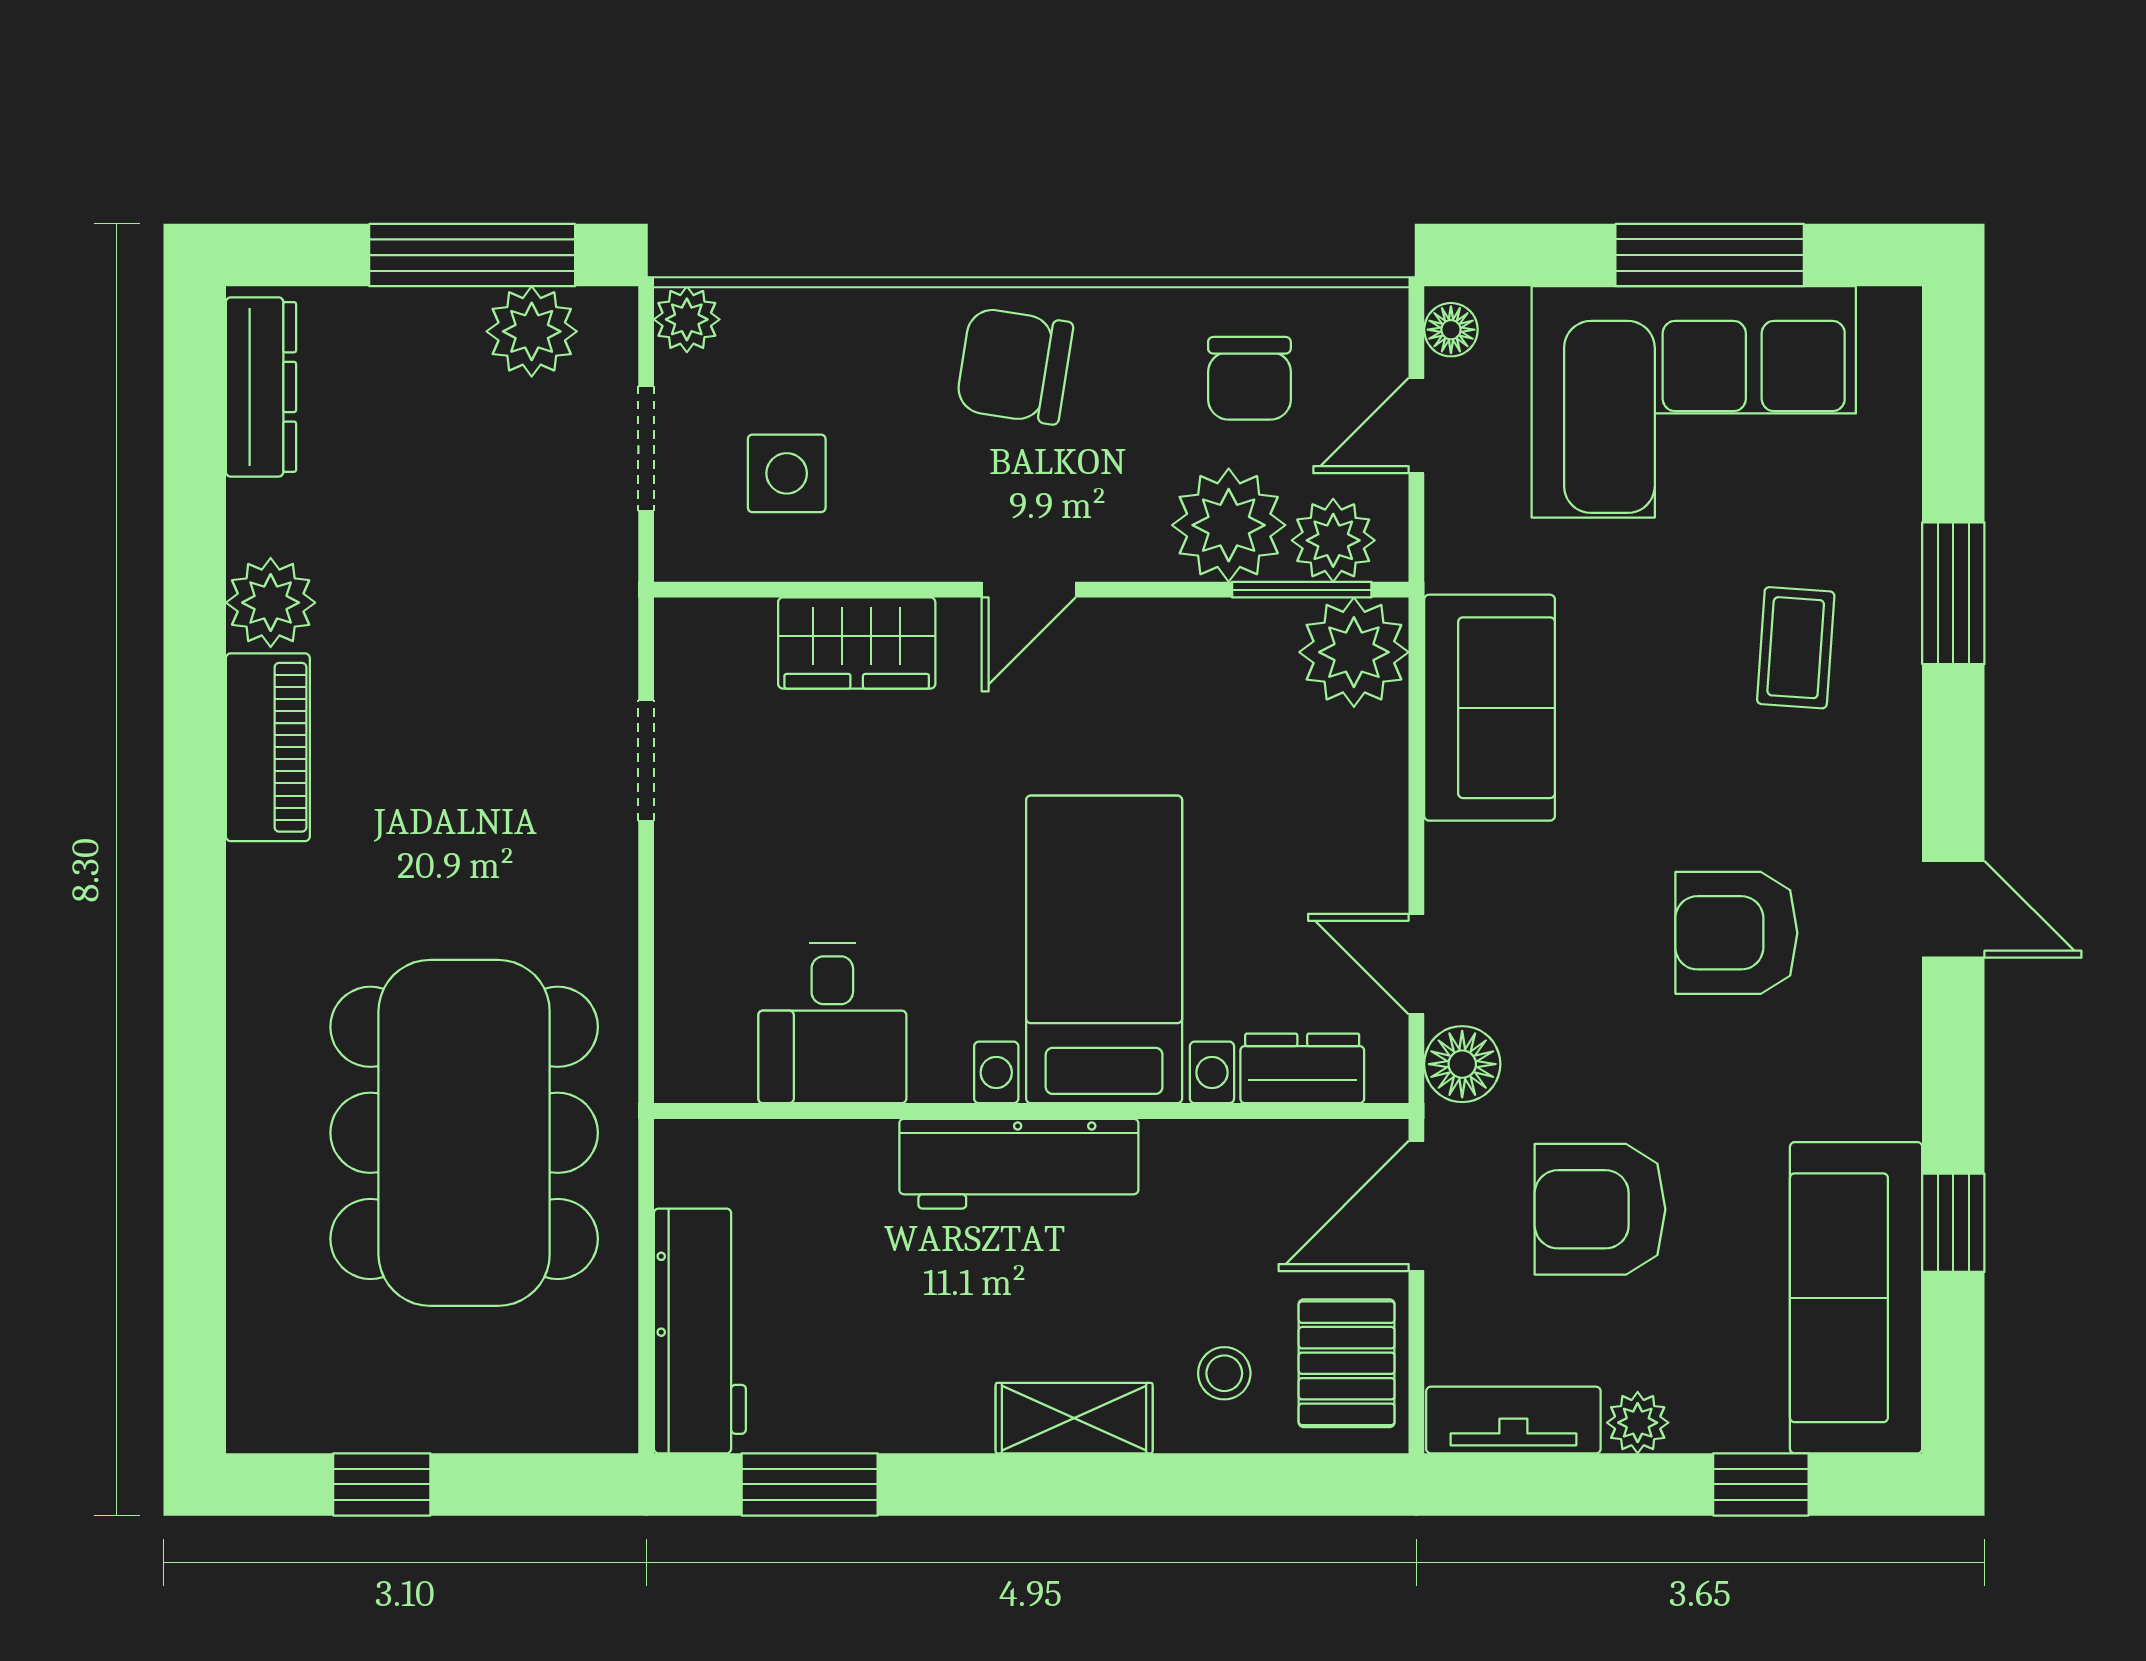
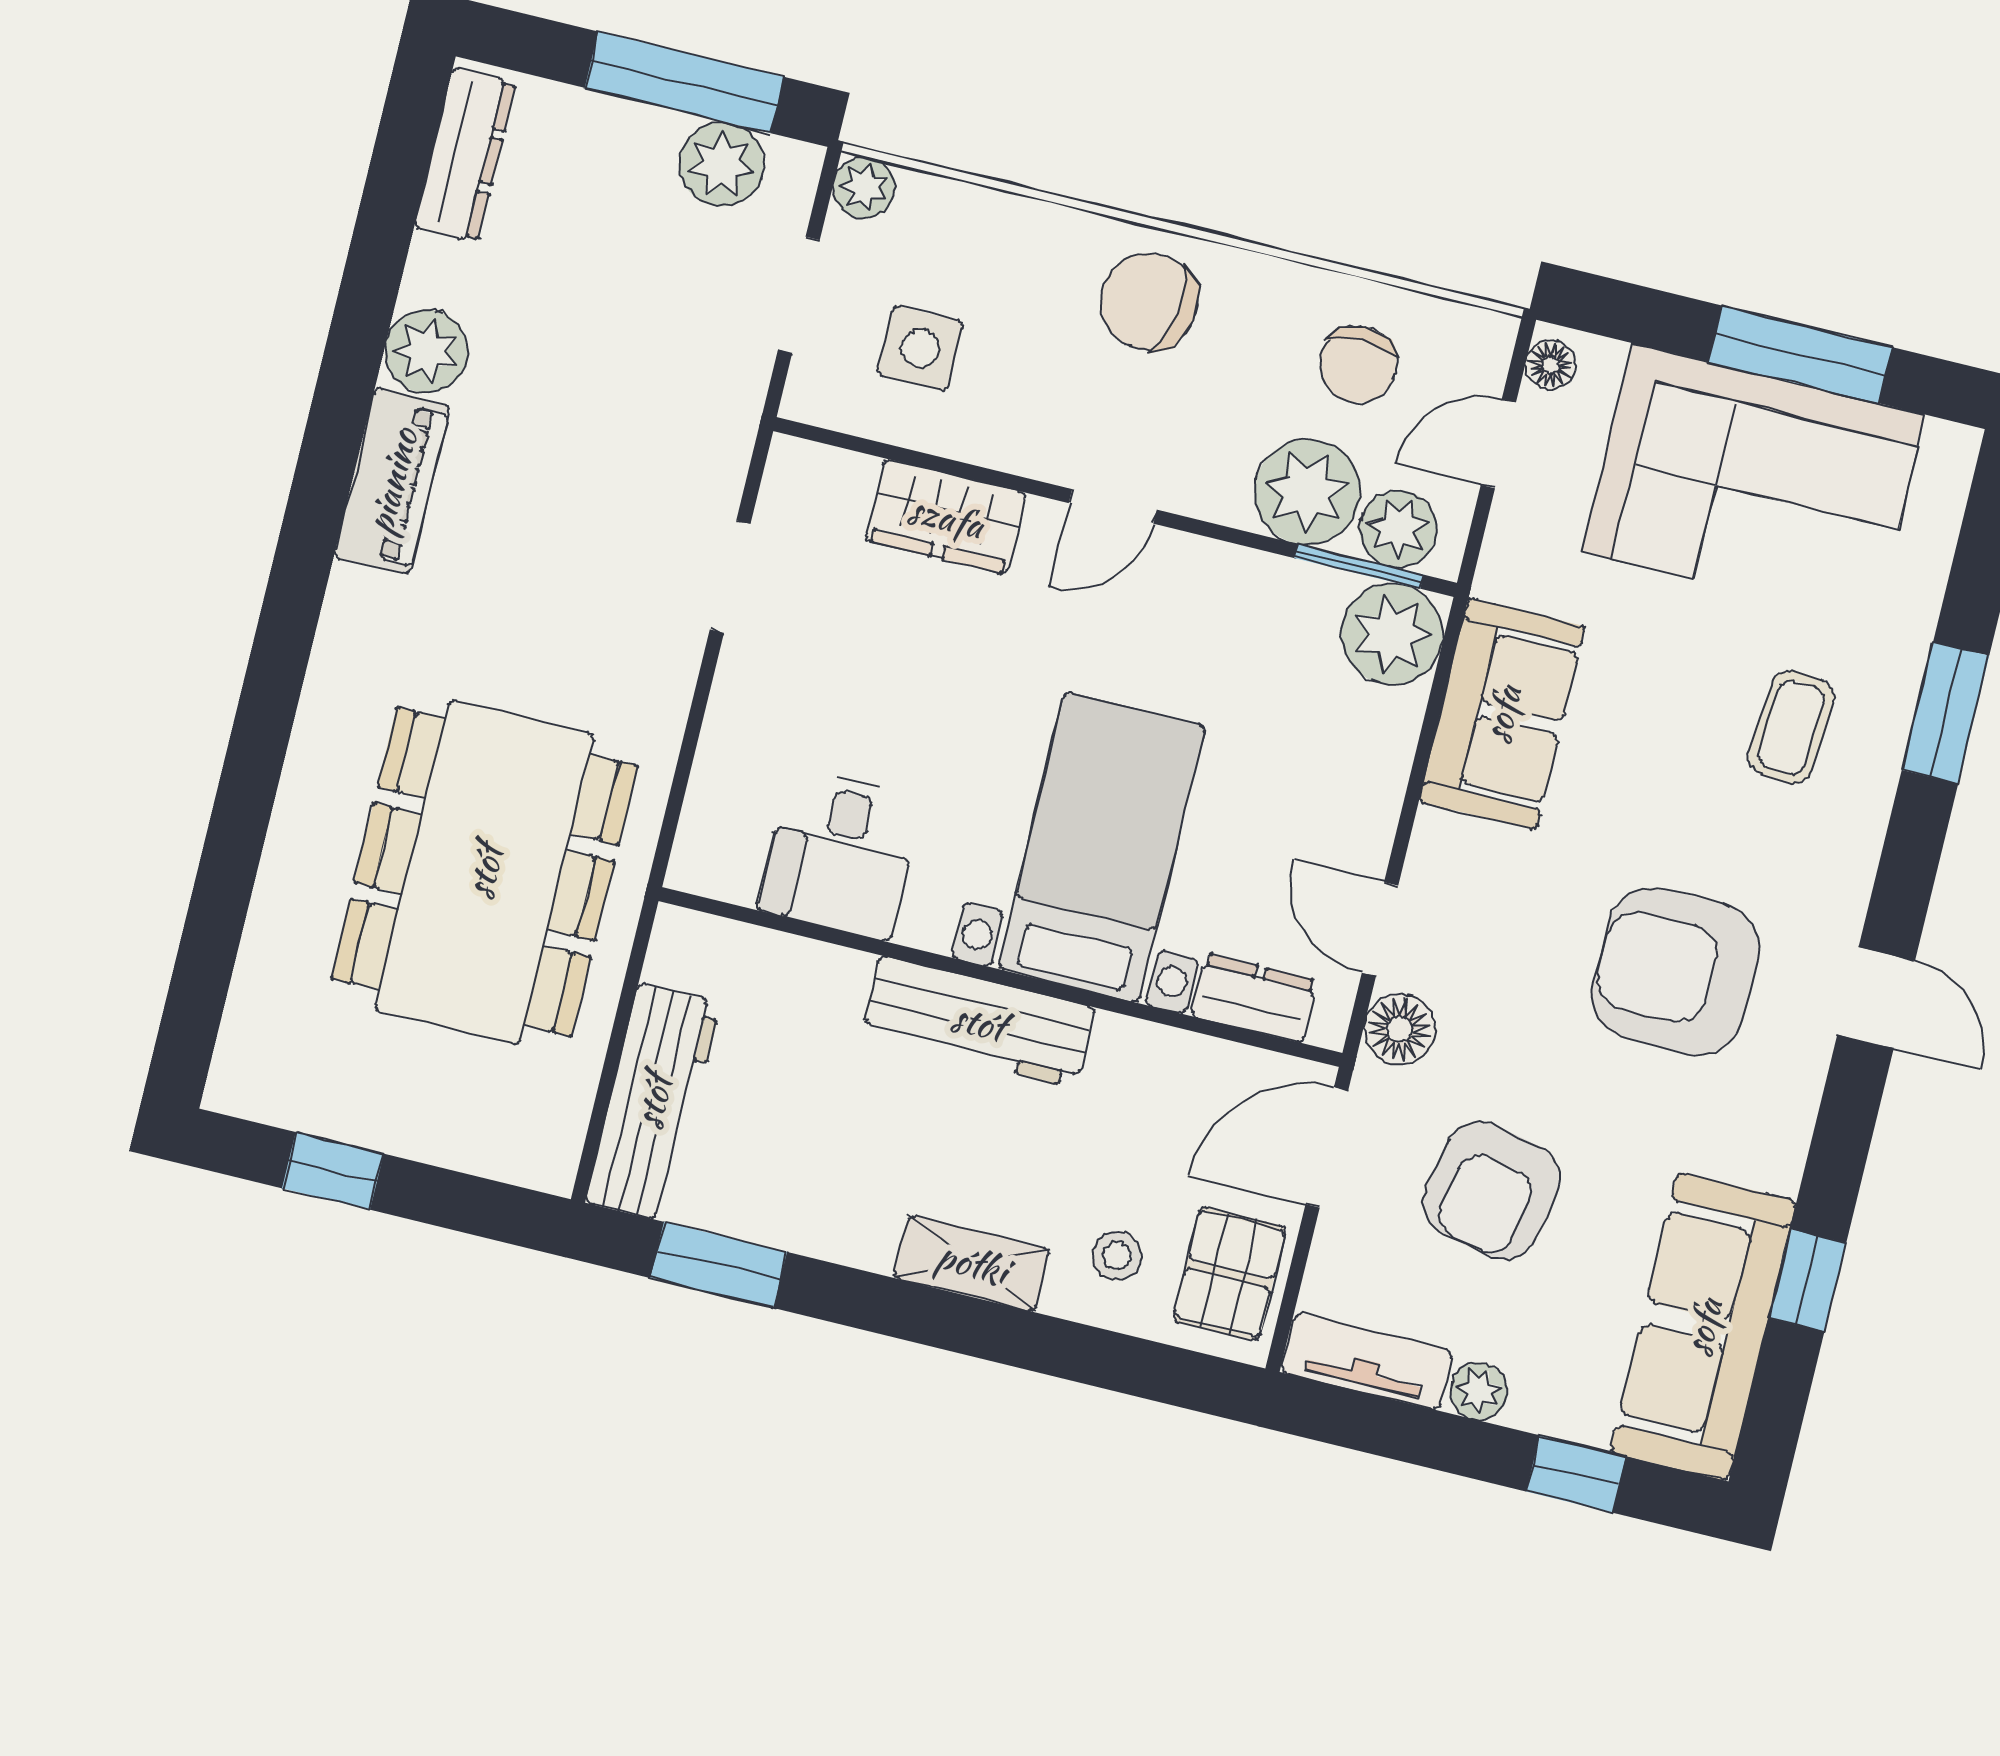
armchair: (1736, 933) -> (1675, 971), width x1.36, depth x1.36
armchair: (1600, 1209) -> (1492, 1191), turned -78

